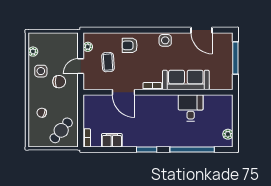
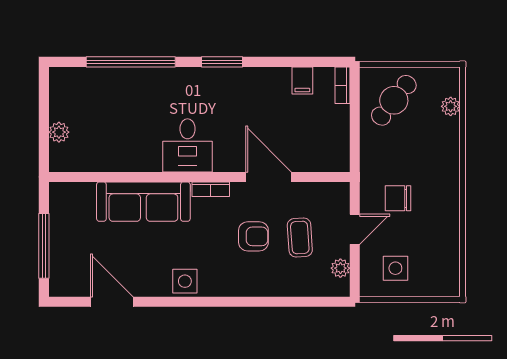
armchair: (130, 45) -> (253, 236), moved
plant: (33, 52) -> (451, 106), moved
side table: (41, 71) -> (395, 268), moved
desk: (191, 108) -> (188, 145), moved
chair: (42, 113) -> (433, 136), removed
plant: (228, 134) -> (59, 132), moved
filing cabinet: (112, 140) -> (302, 80), width x0.50

